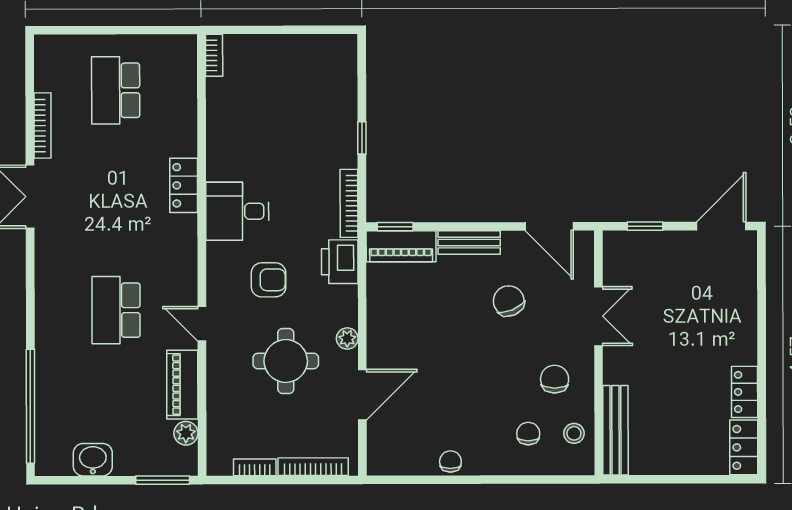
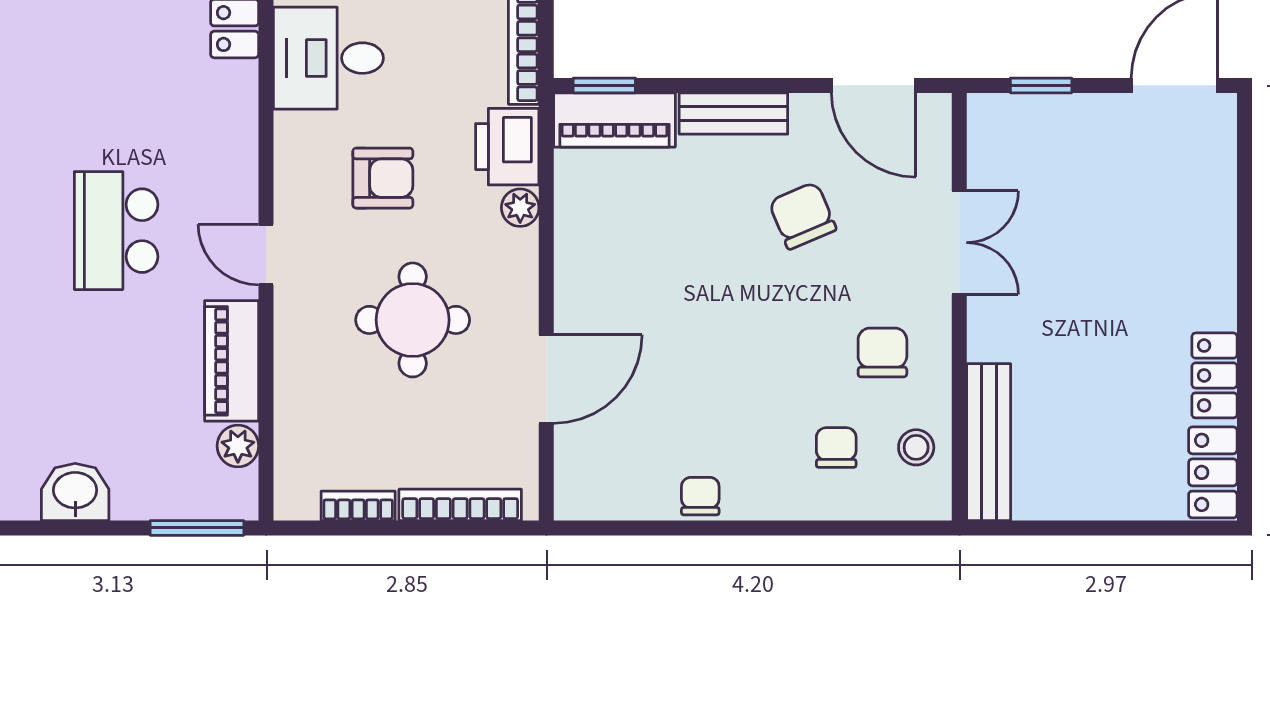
plant: (347, 339) -> (520, 208), moved

